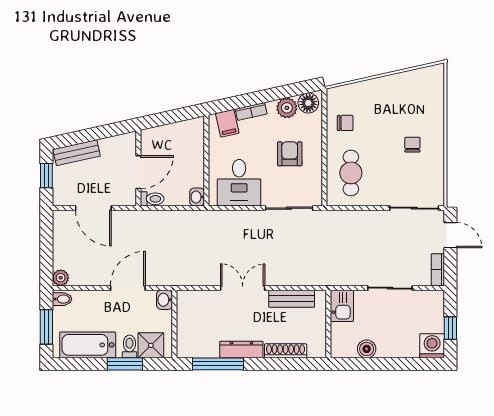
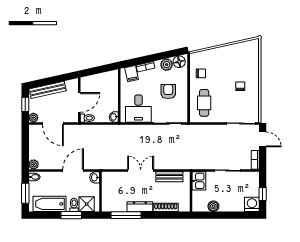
bench: (77, 153) -> (48, 90), width x1.36
plant: (60, 198) -> (33, 118), added

